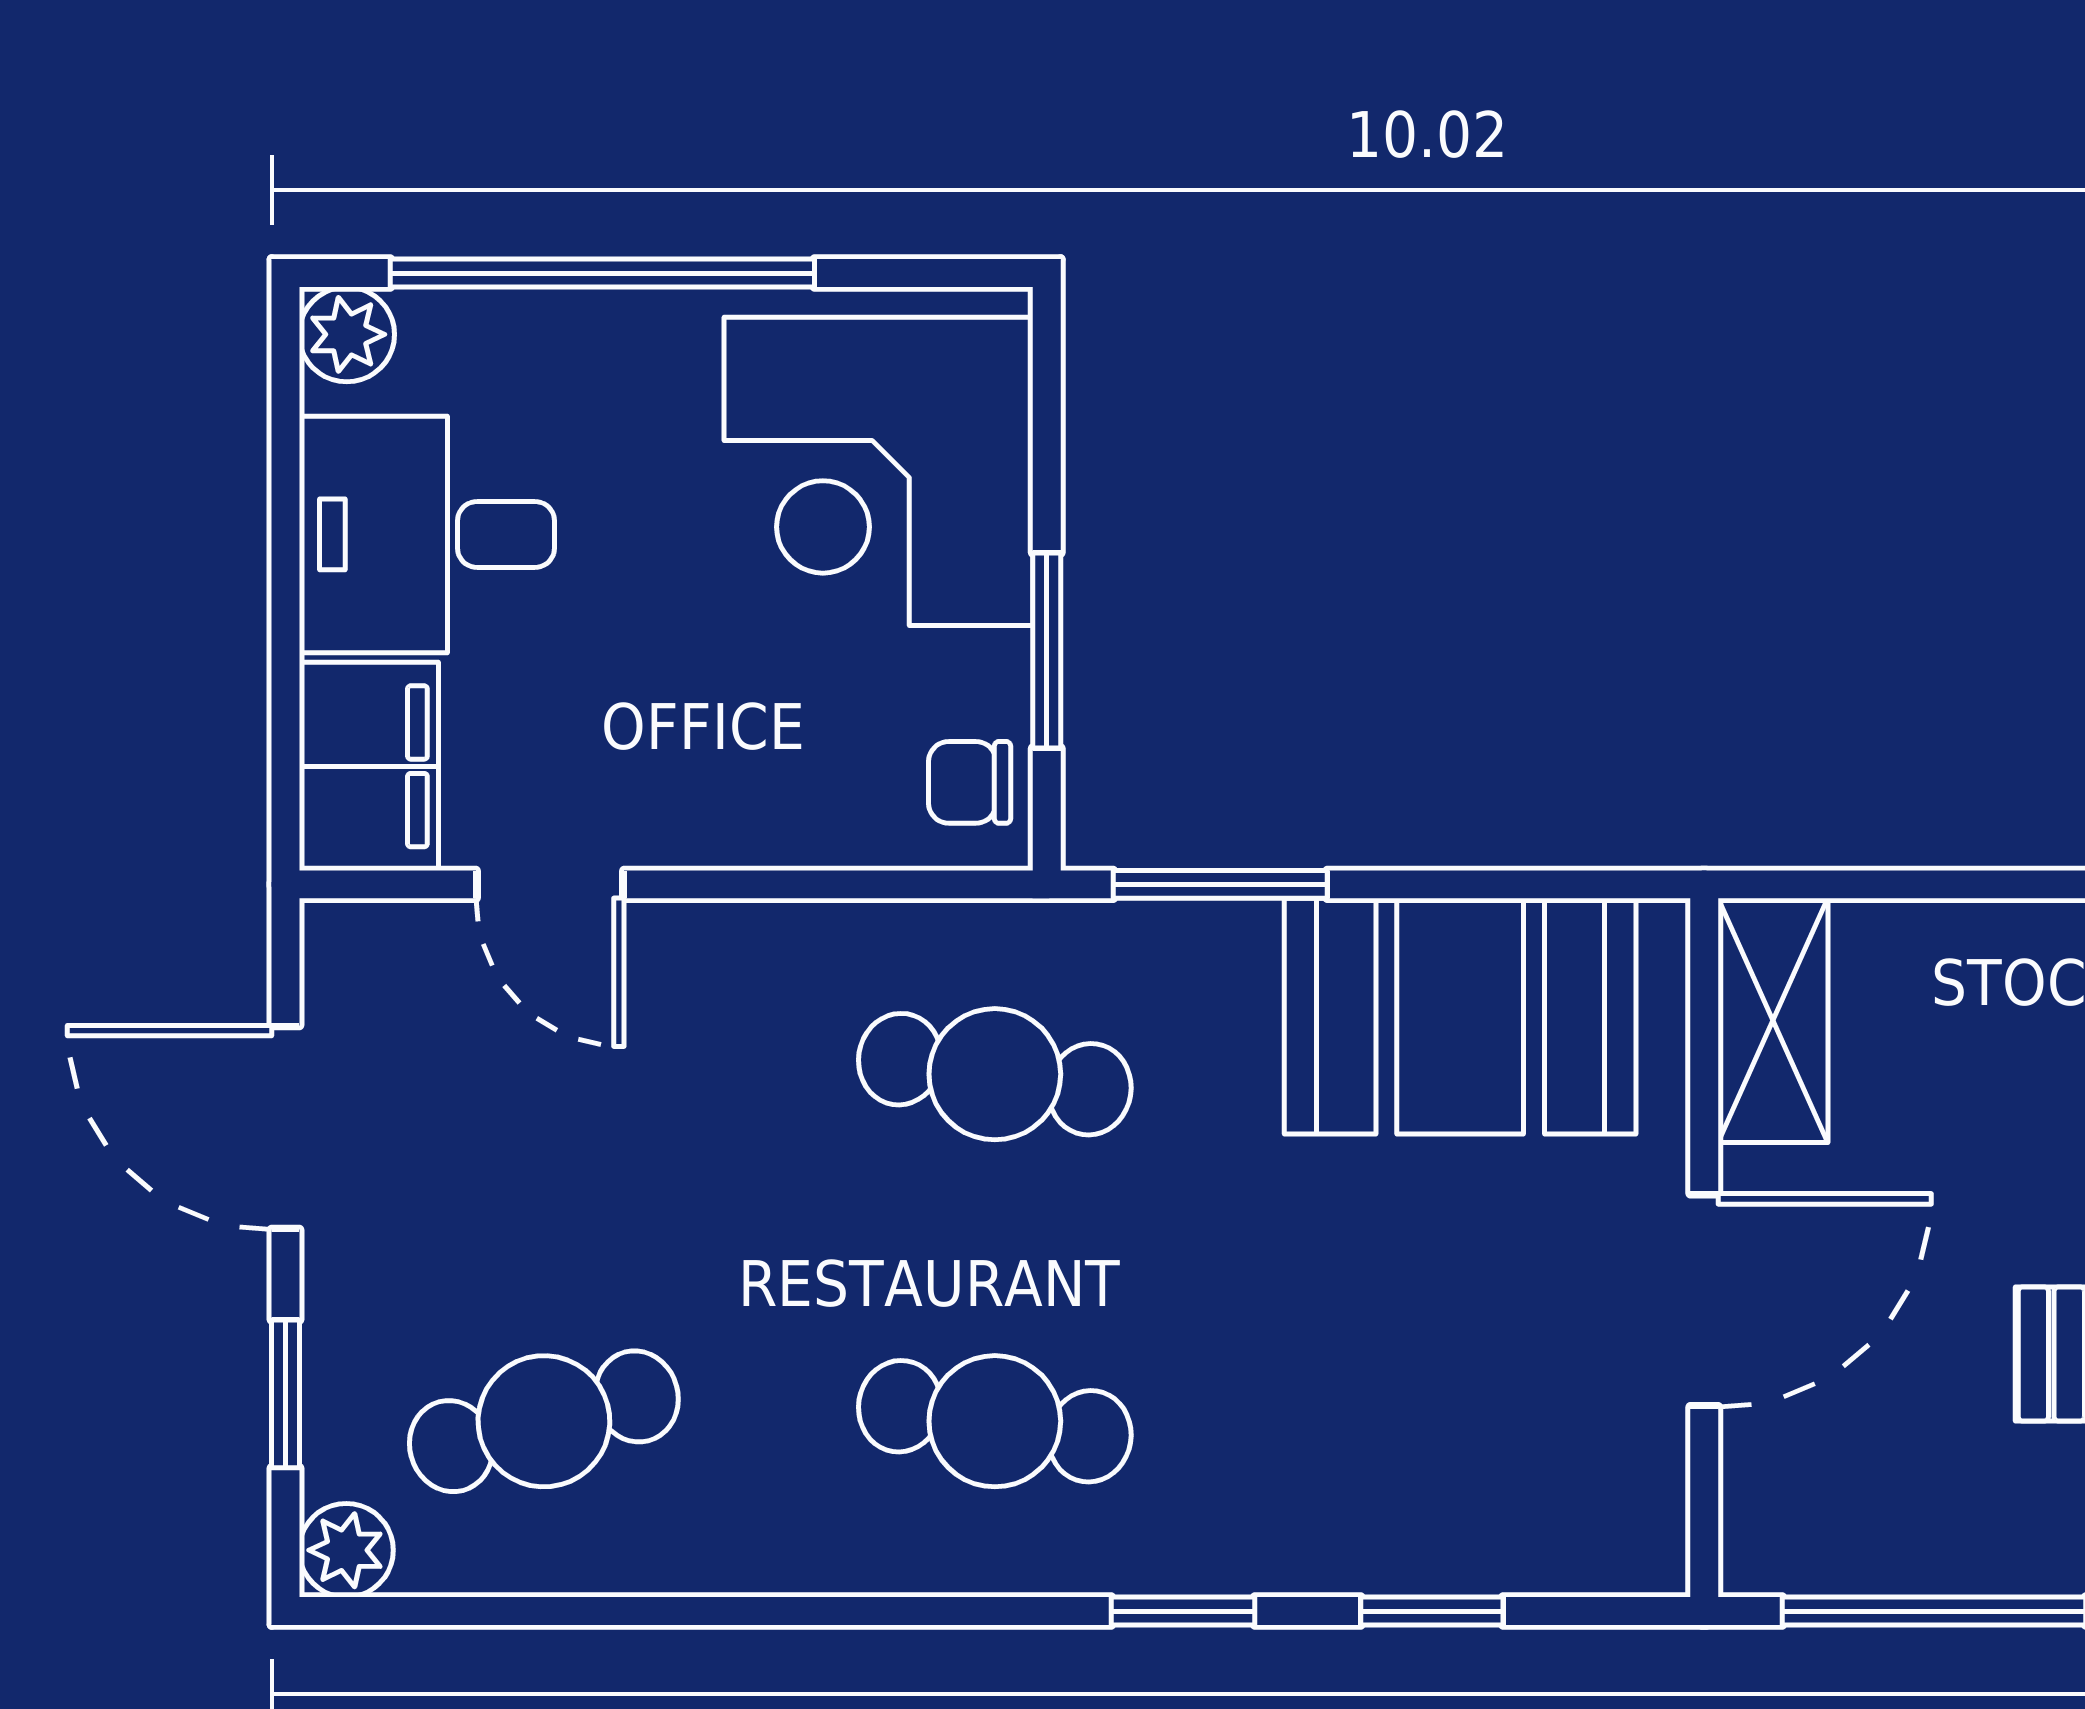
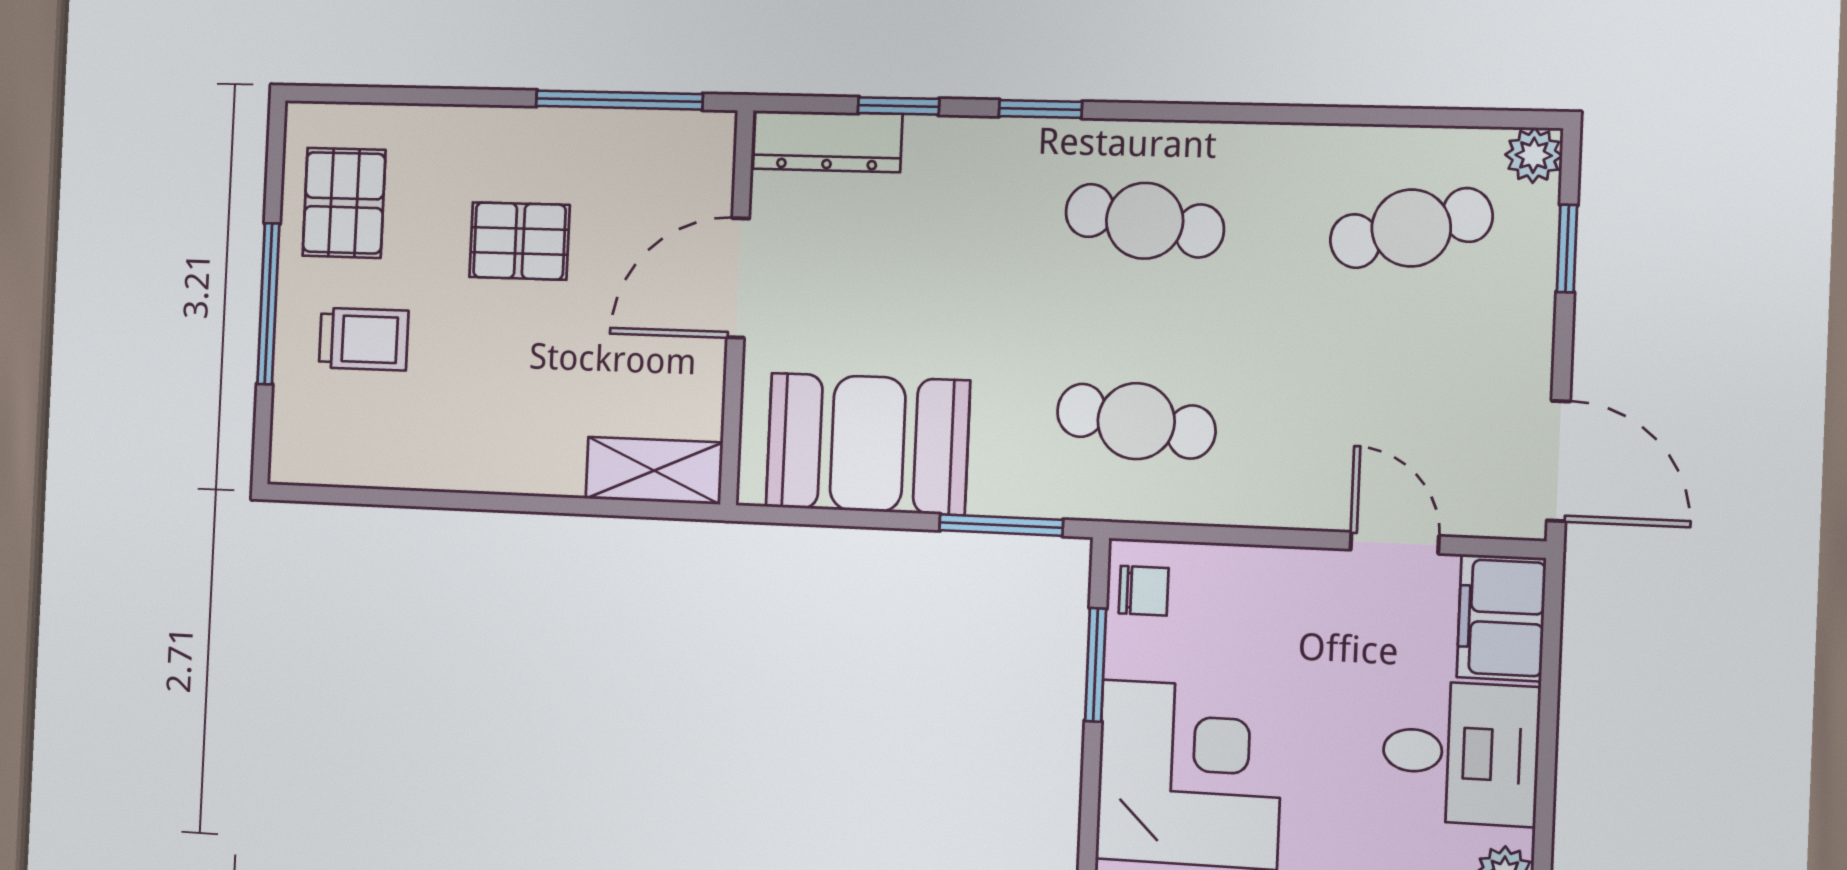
shelving: (1773, 1020) -> (654, 471), moved, turned 90
door: (285, 1127) -> (1559, 461), moved
dresser: (1555, 1546) -> (827, 141), added

